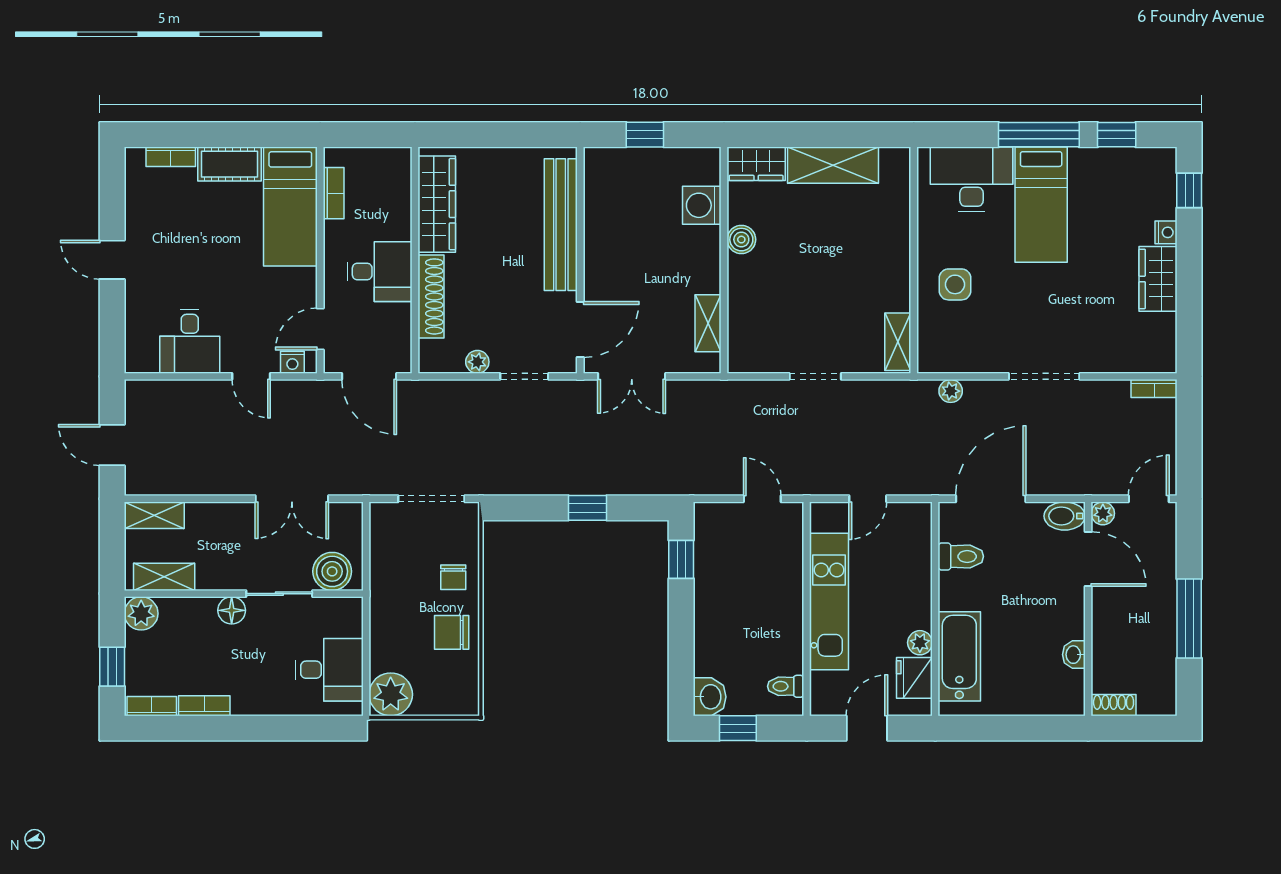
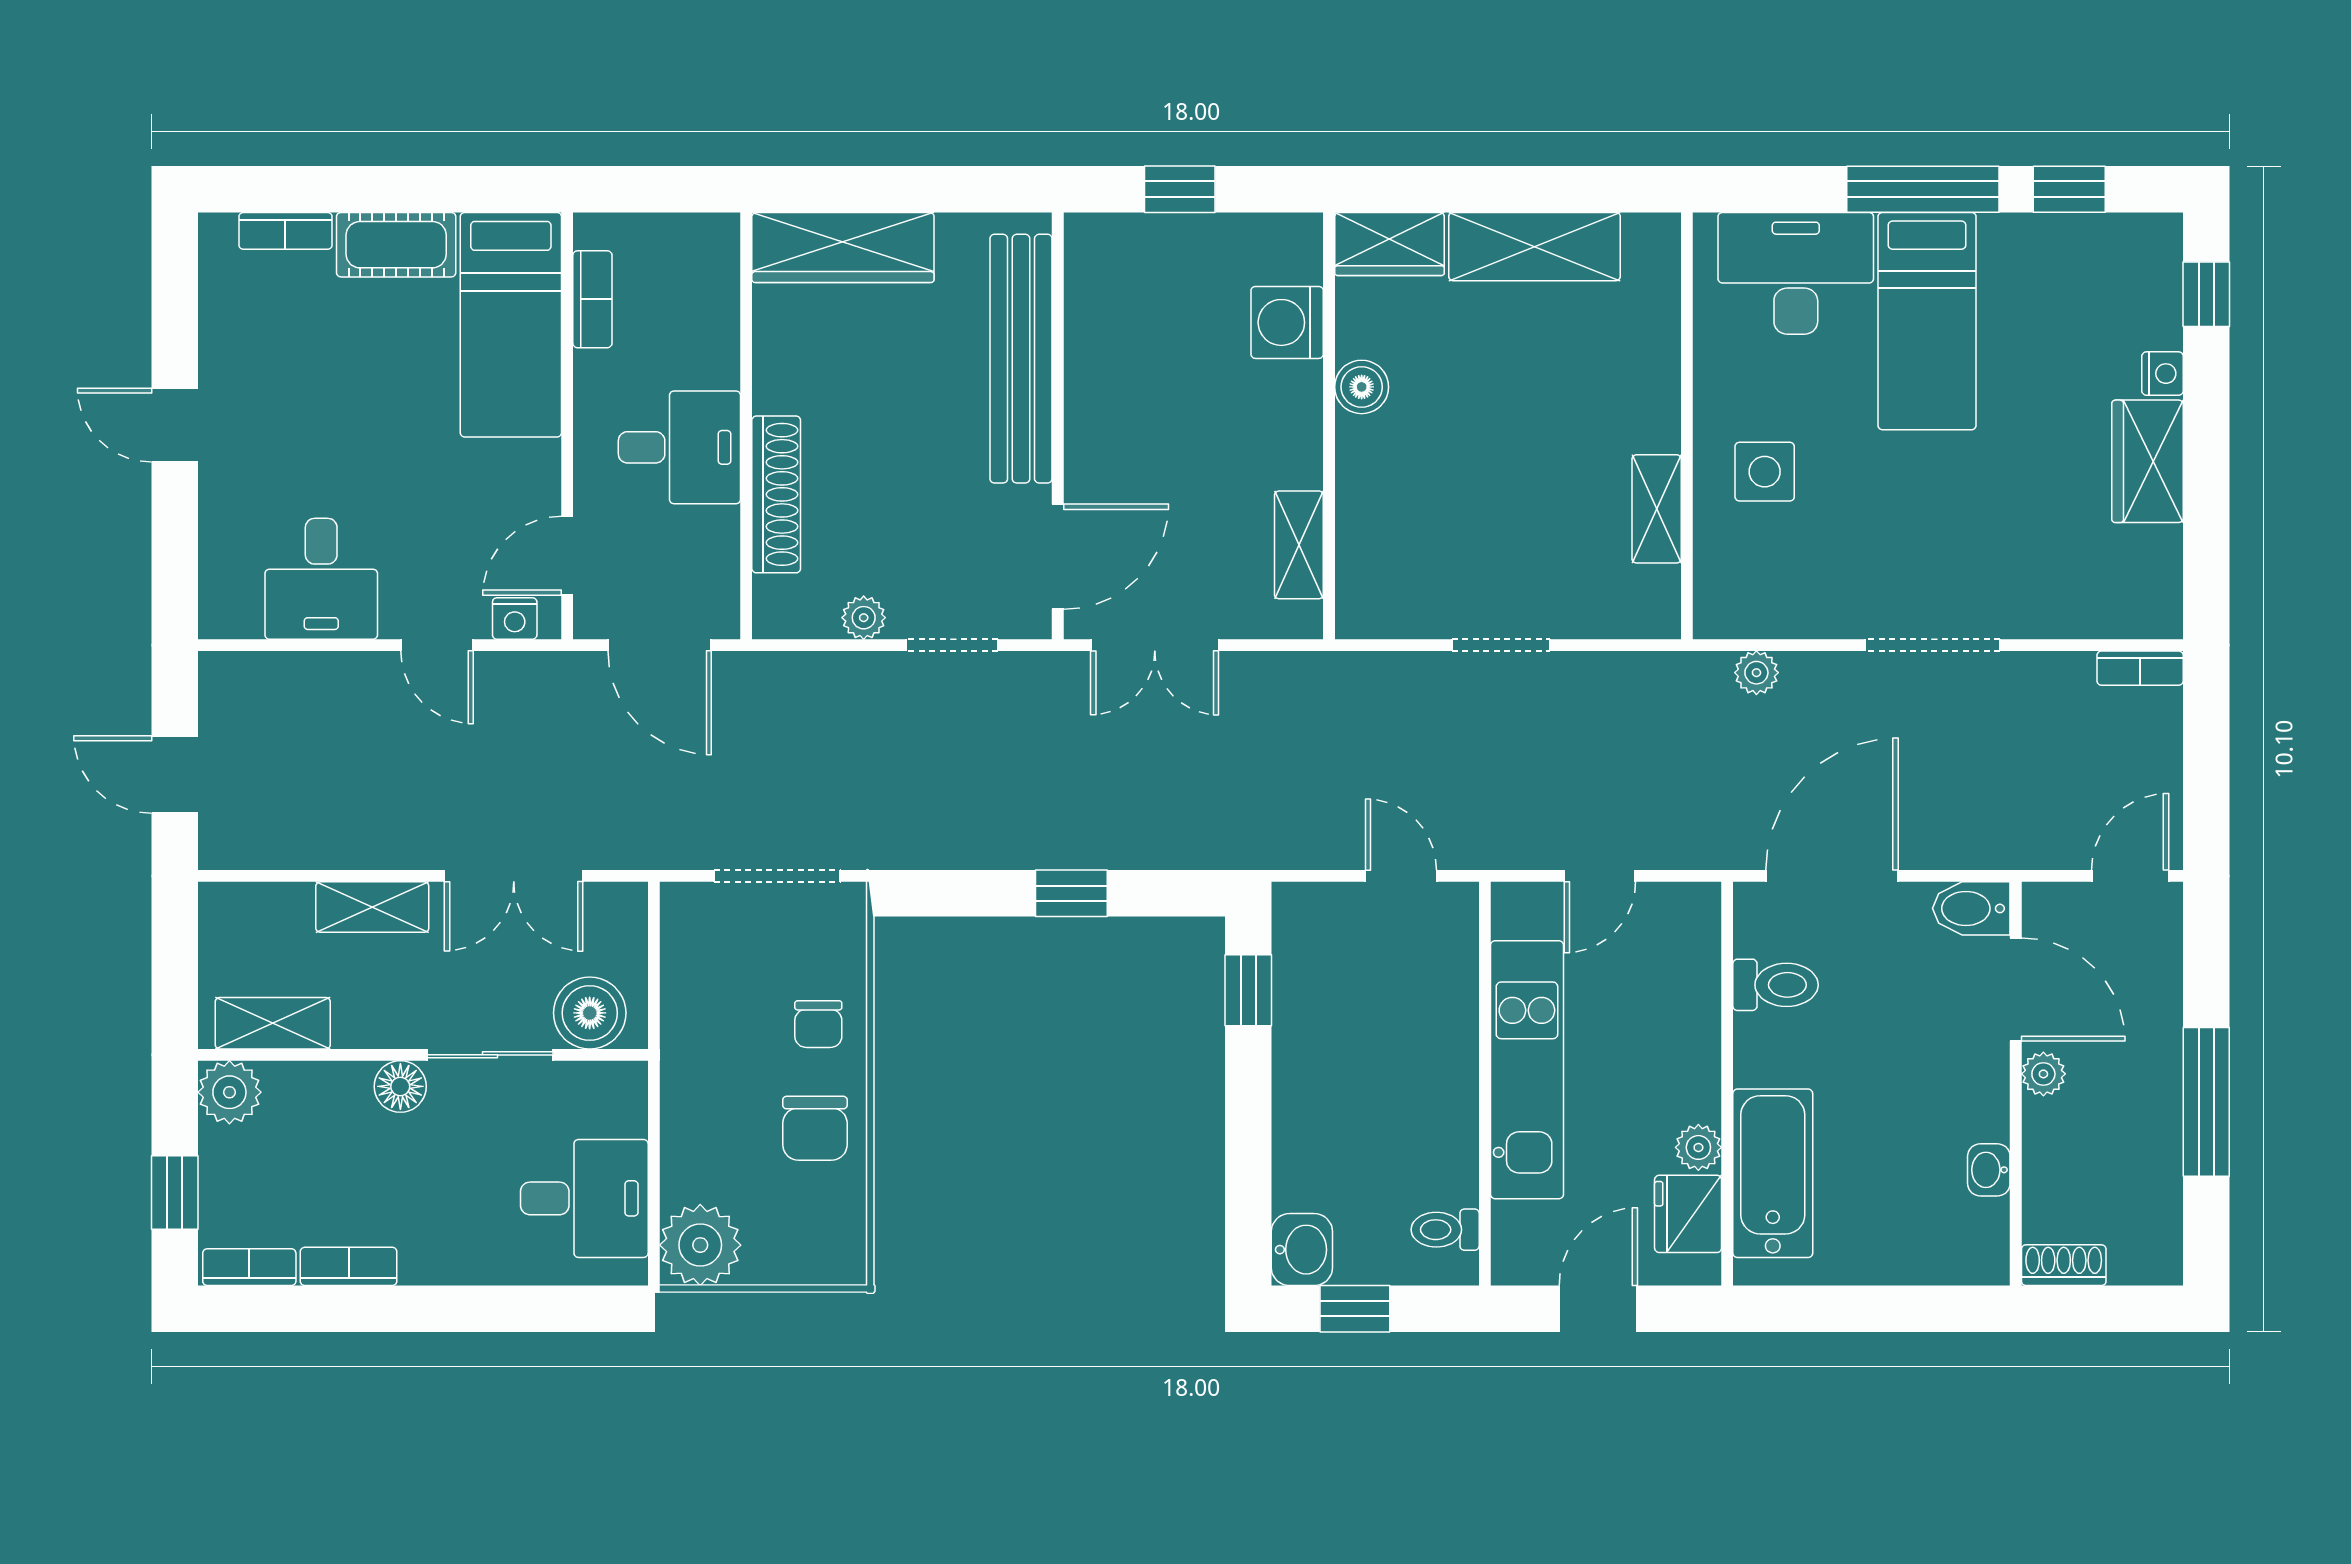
wardrobe: (437, 204) -> (843, 247), moved, turned 90
shelving: (898, 342) -> (1657, 509), moved
plant: (1103, 513) -> (2043, 1074), moved
shelving: (154, 515) -> (372, 907), moved
chair: (452, 632) -> (815, 1128), turned -90

